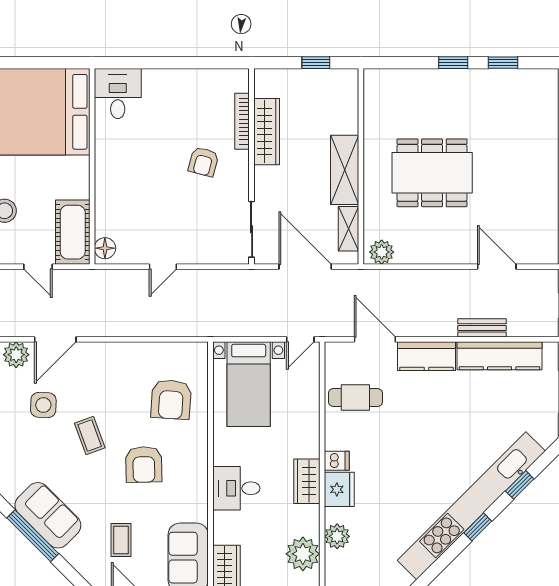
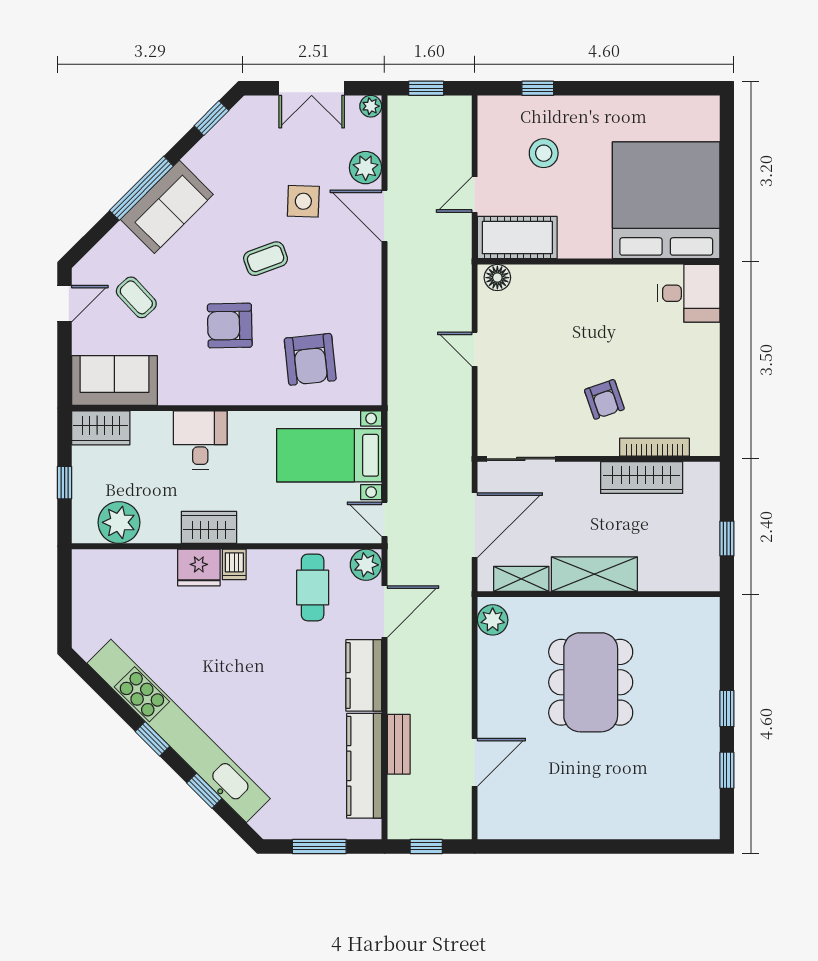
armchair: (204, 162) -> (604, 399), turned -124
armchair: (171, 399) -> (310, 359), turned -100
plant: (337, 536) -> (366, 565), moved
coffee table: (121, 540) -> (136, 297), turned 47

